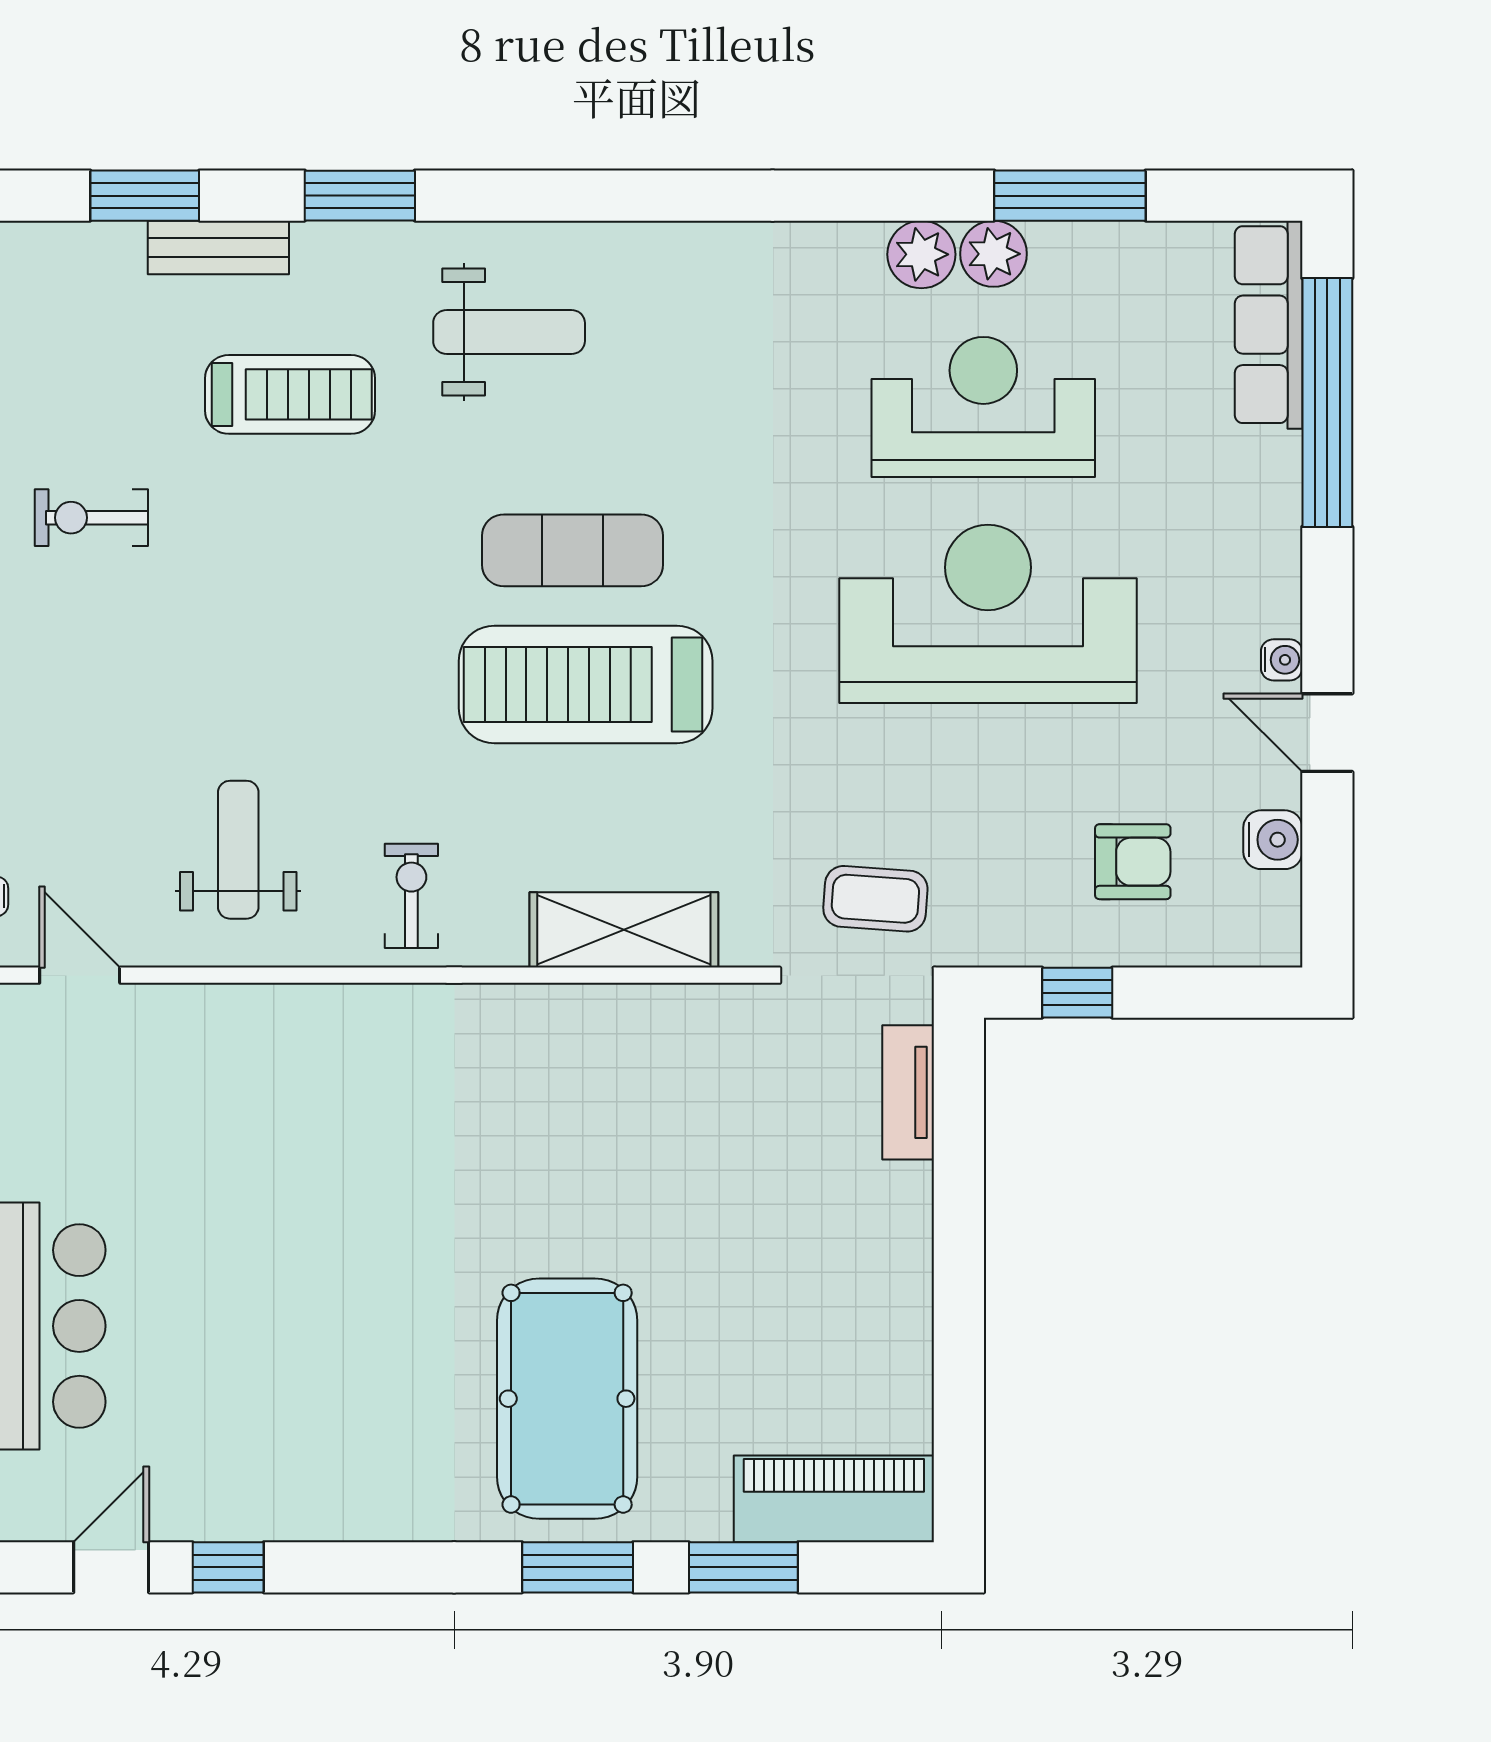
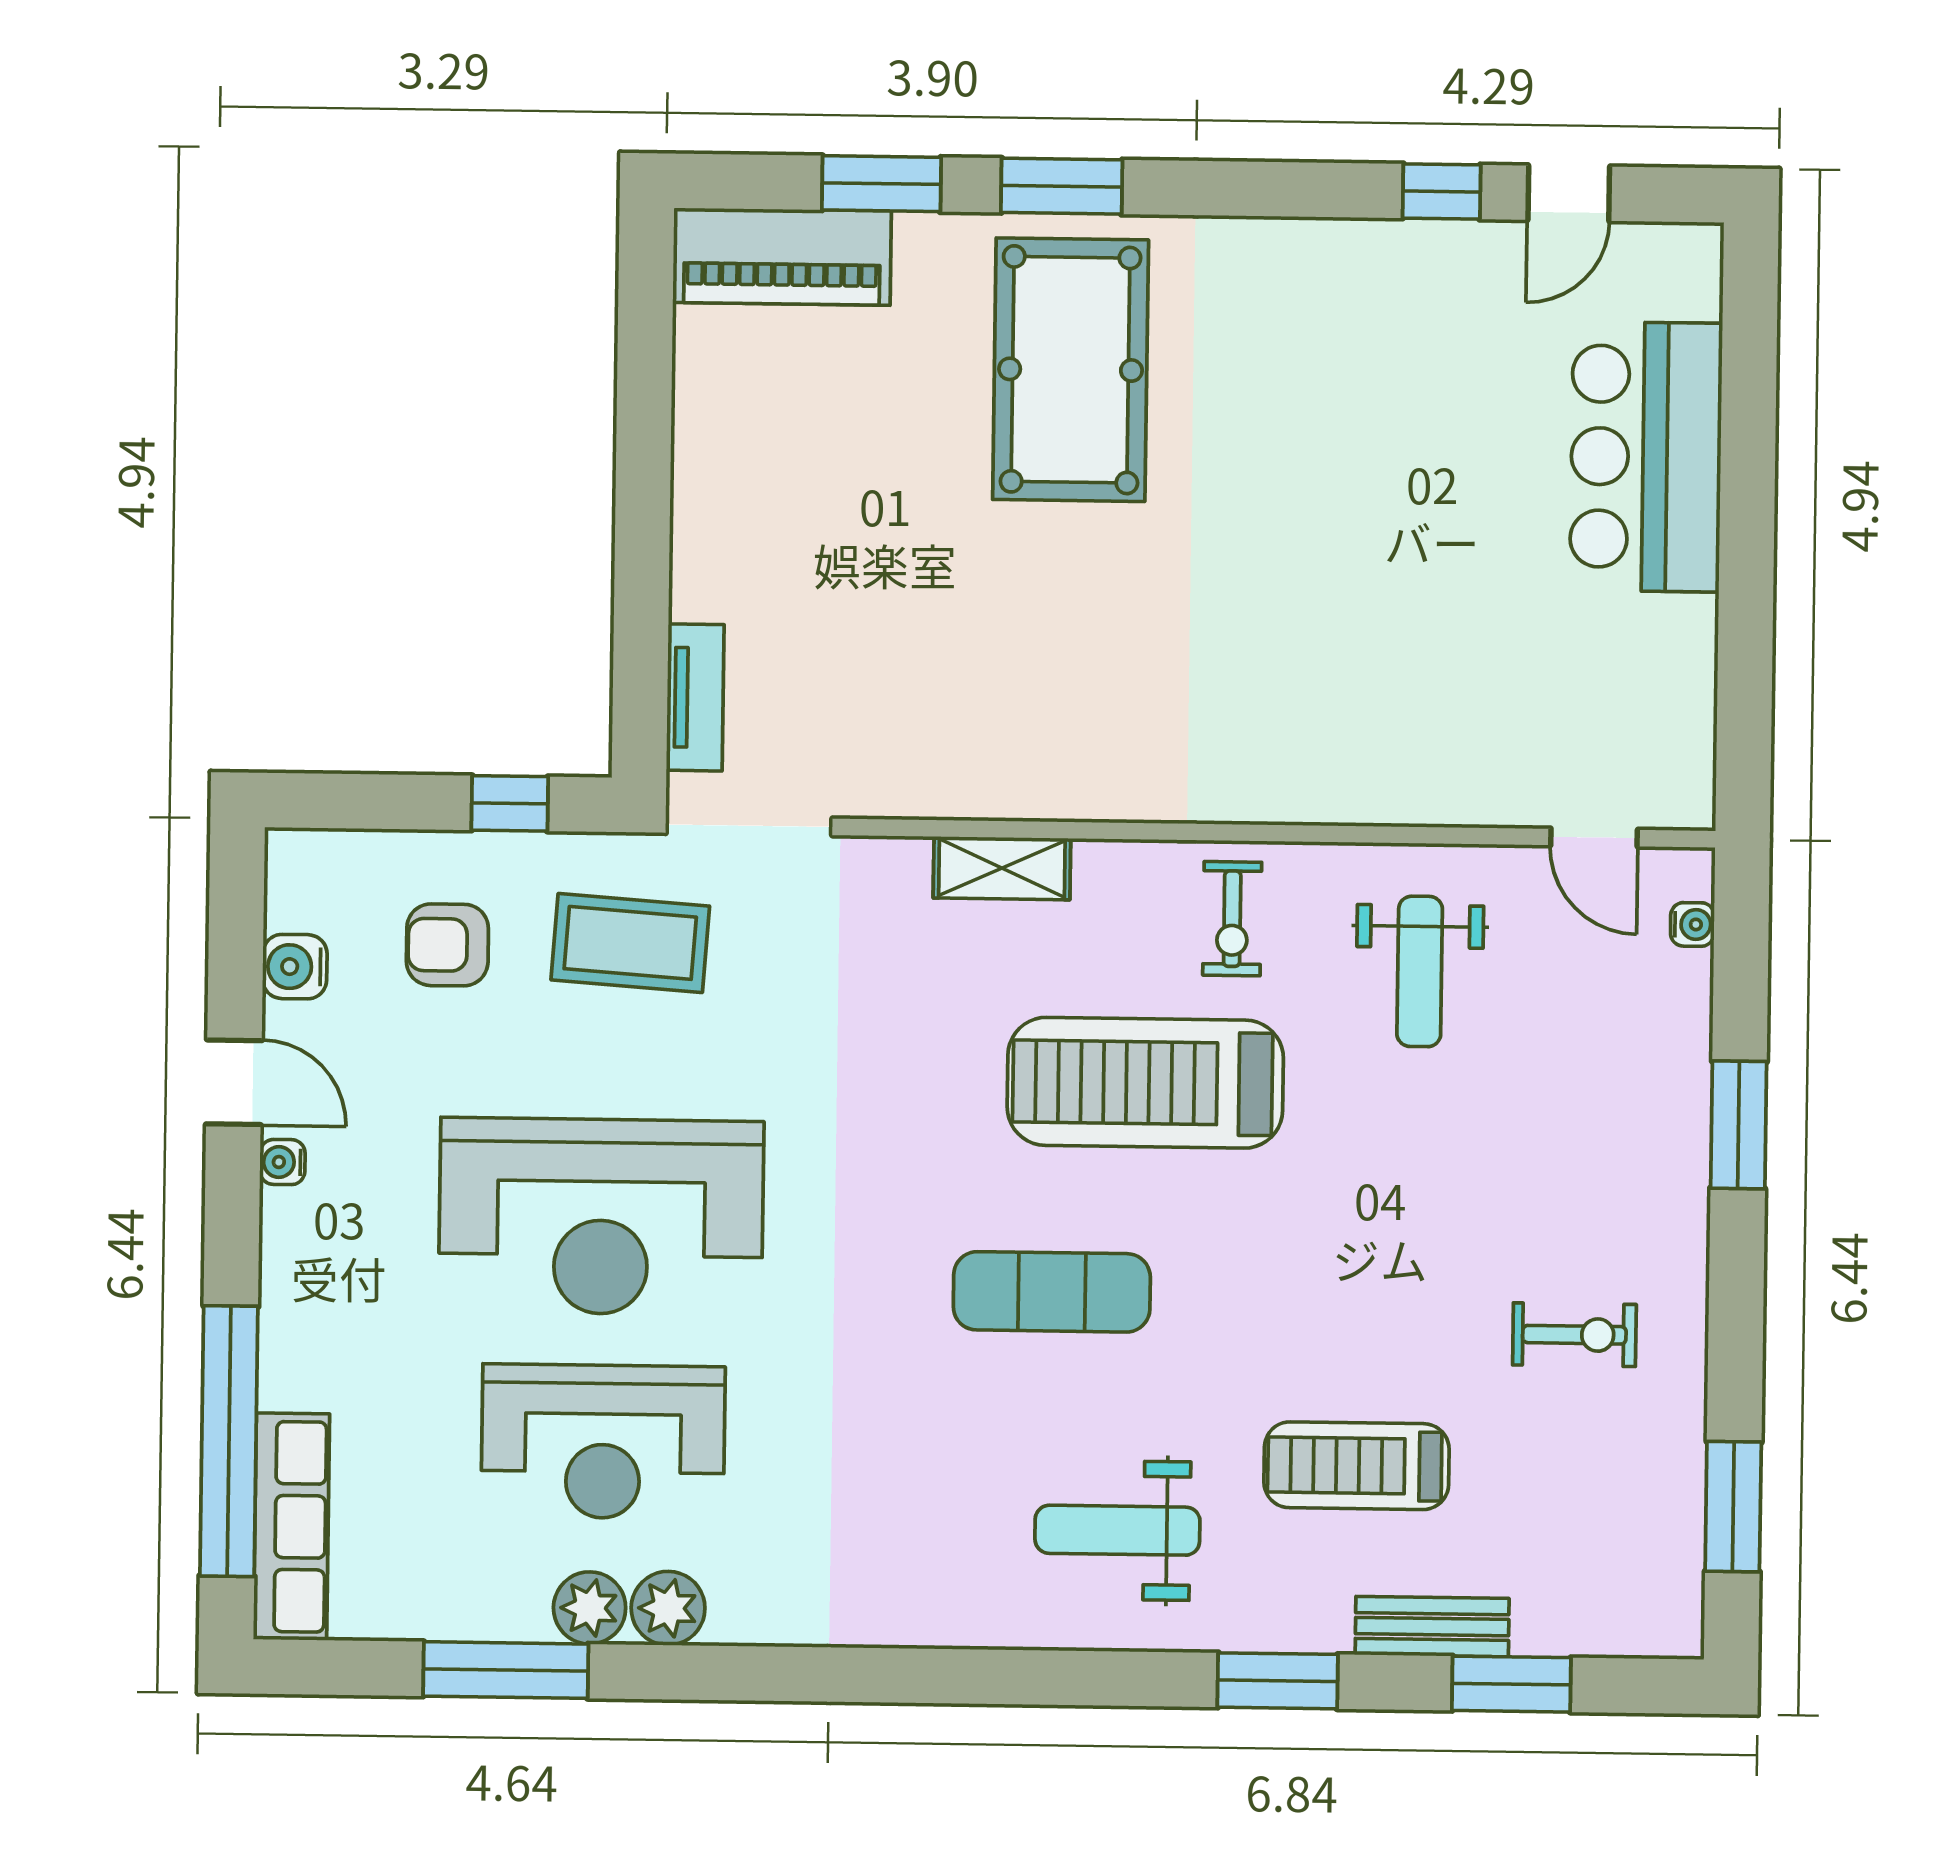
treadmill: (586, 685) -> (1145, 1083), moved, turned 180
coffee table: (875, 899) -> (630, 943), moved, width x1.36, depth x1.30
shelving: (624, 930) -> (1002, 868), width x0.67, depth x0.75

